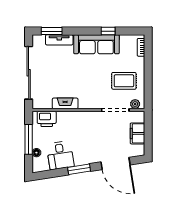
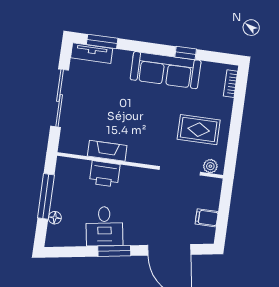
tv unit: (59, 40) -> (92, 53), moved
sliding door: (29, 73) -> (60, 98), width x0.73
printer: (47, 119) -> (105, 174), moved
filing cabinet: (137, 133) -> (207, 218), width x0.50
desk: (60, 155) -> (104, 226), moved

